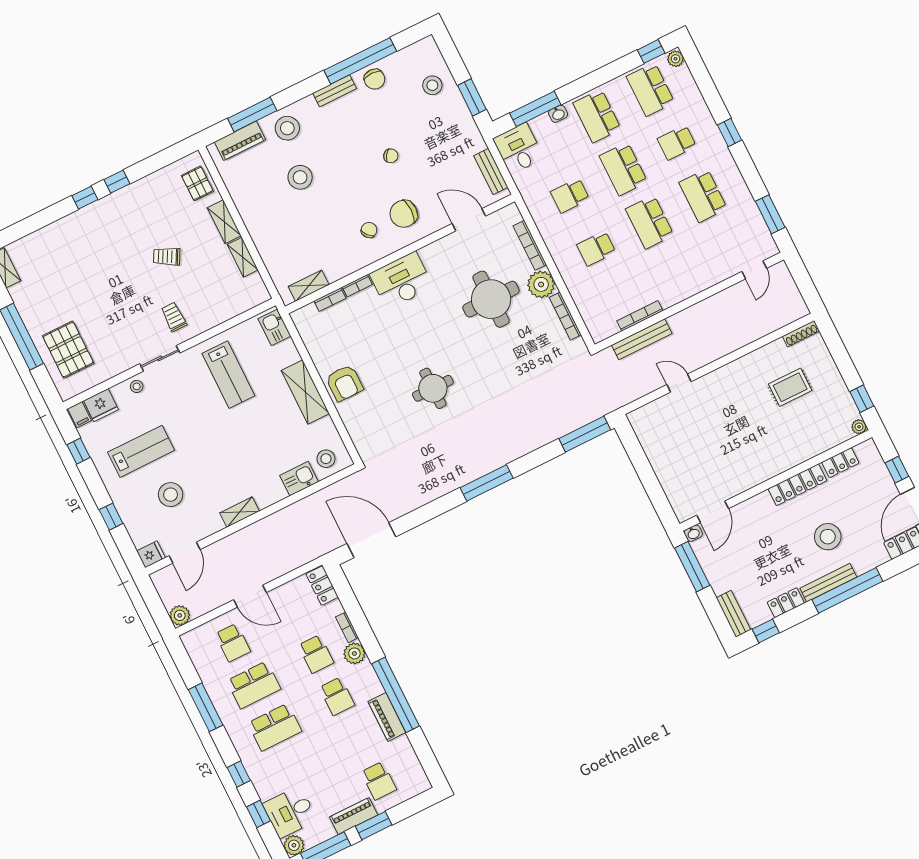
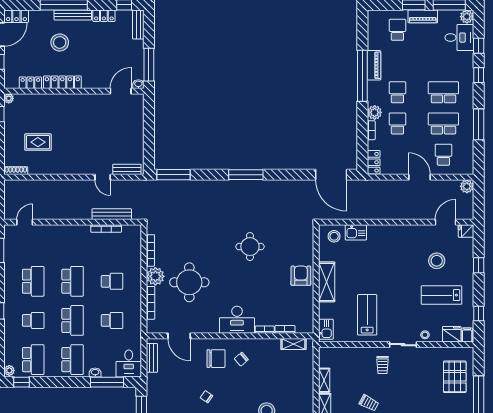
bench: (651, 410) -> (127, 169), added
shelving: (240, 512) -> (401, 230), removed

